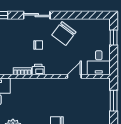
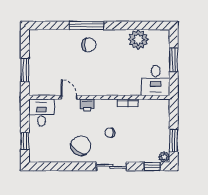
printer: (38, 70) -> (87, 105), moved
door: (74, 76) -> (69, 97), swing flipped

